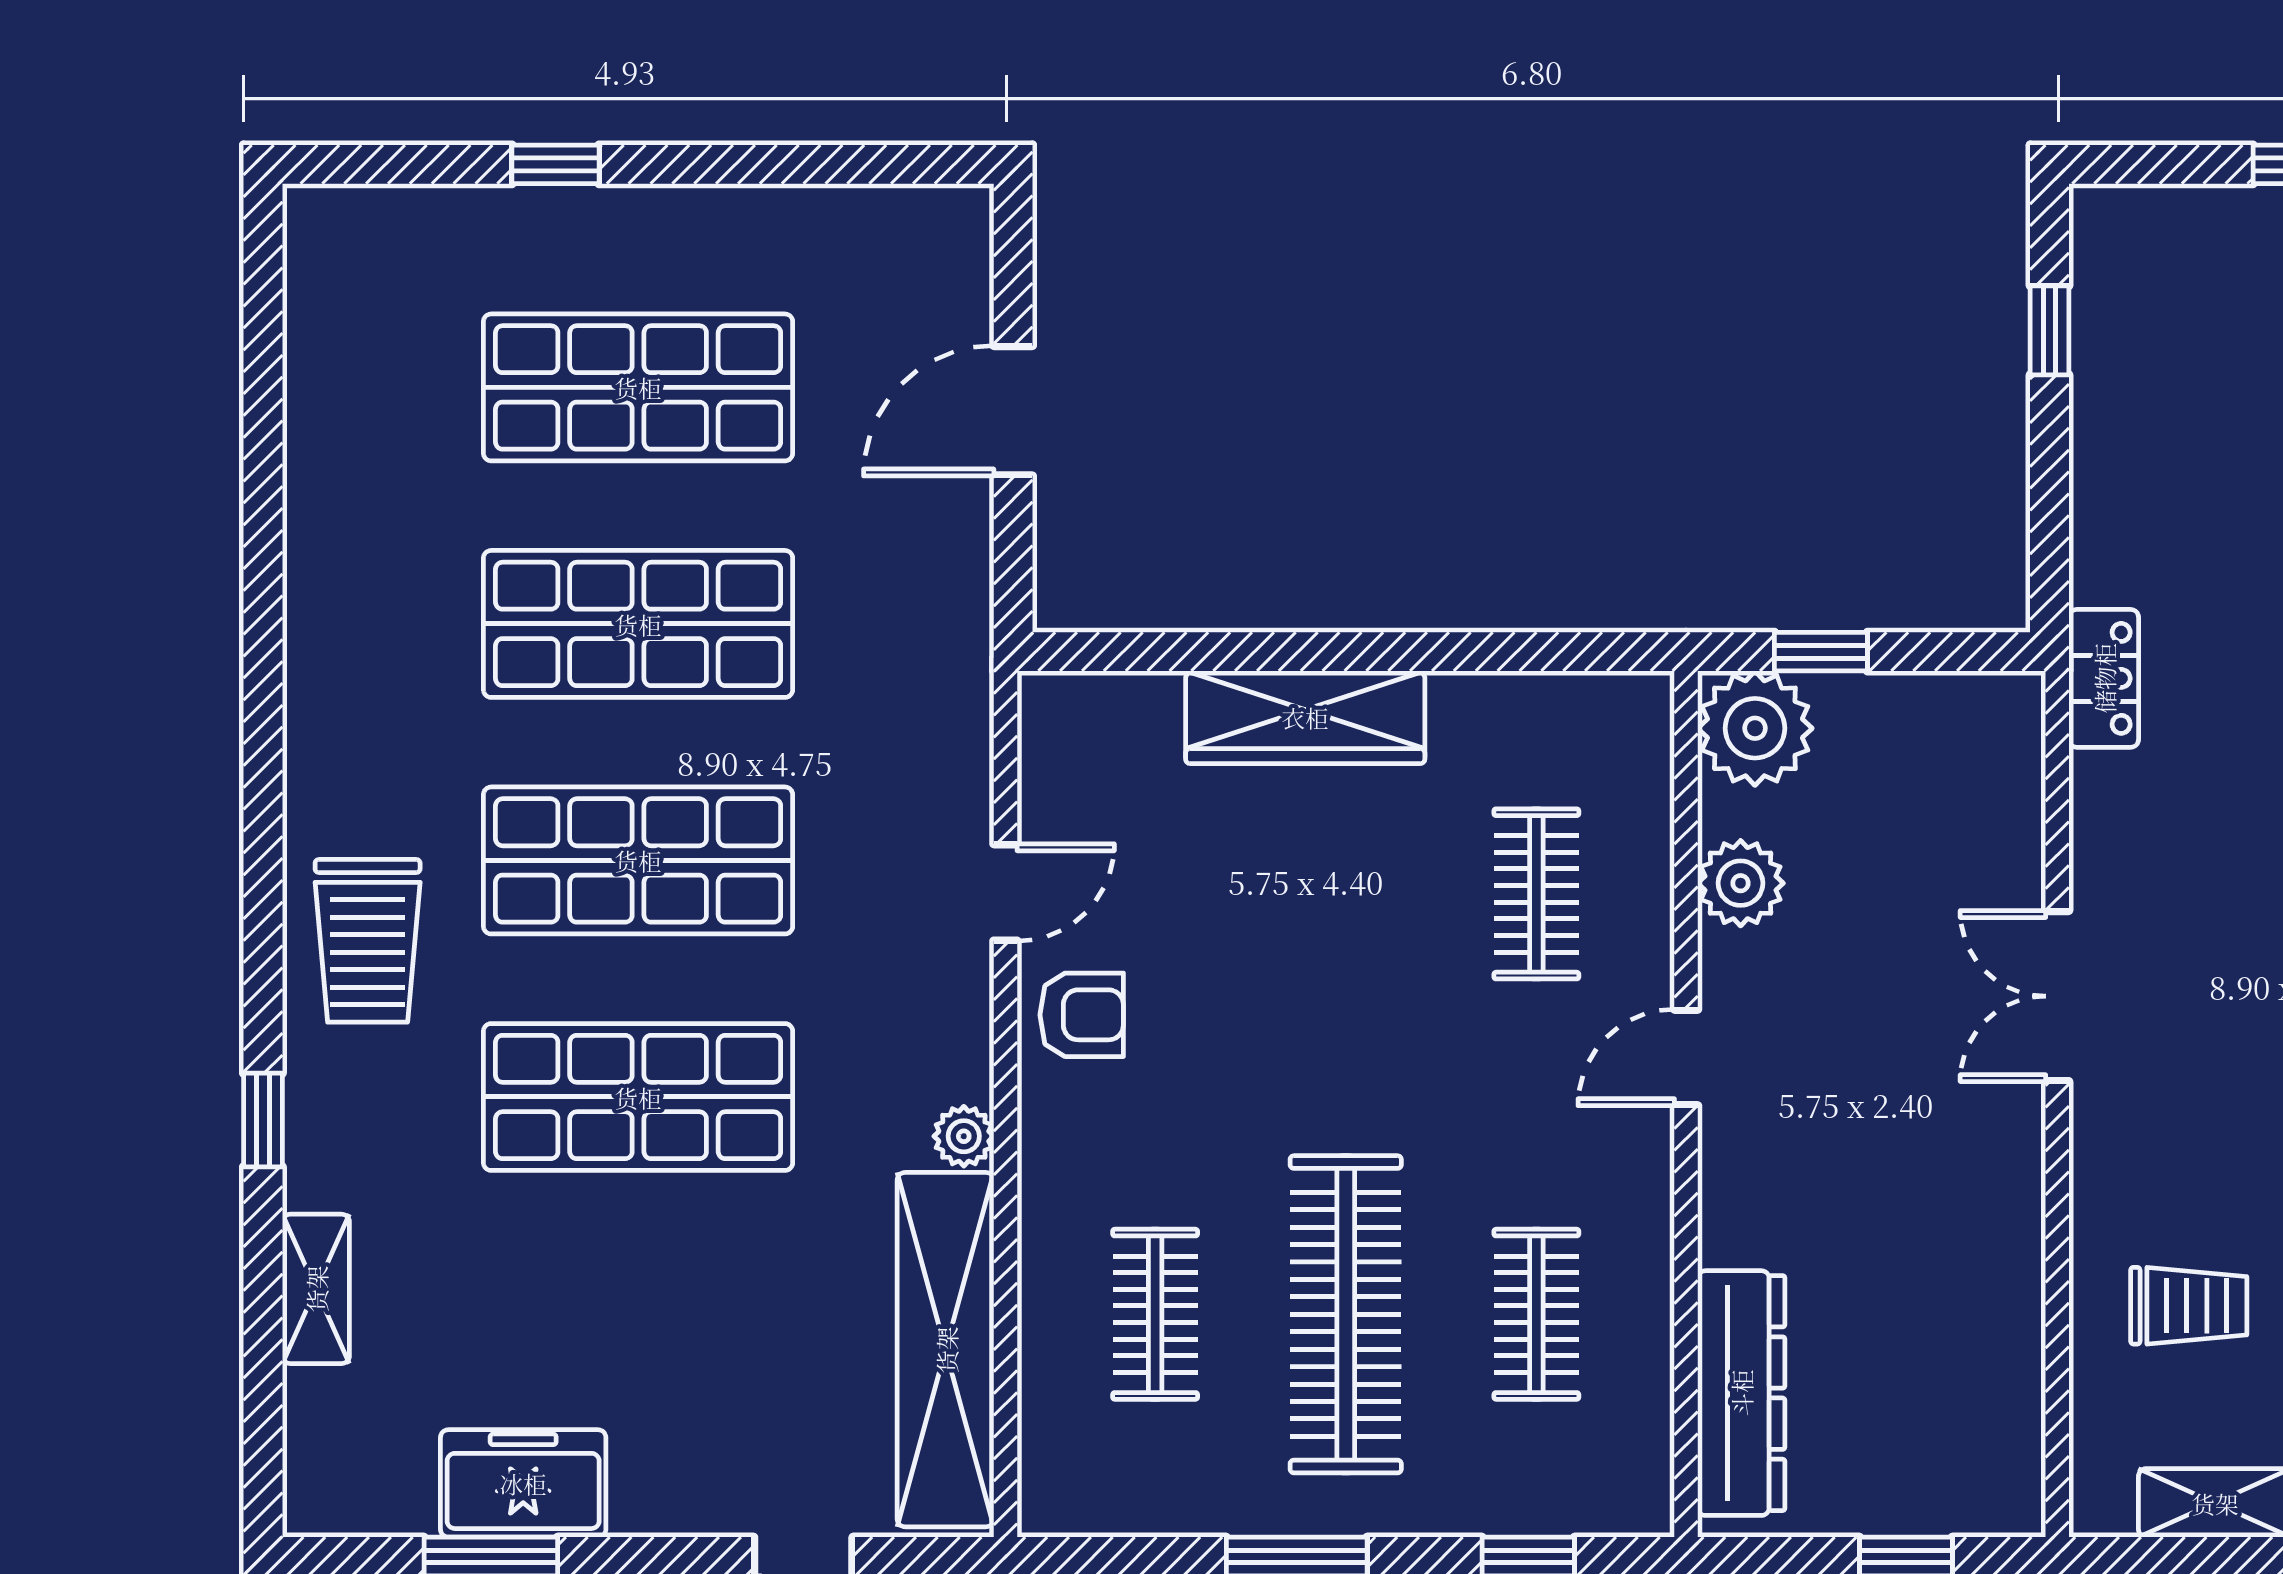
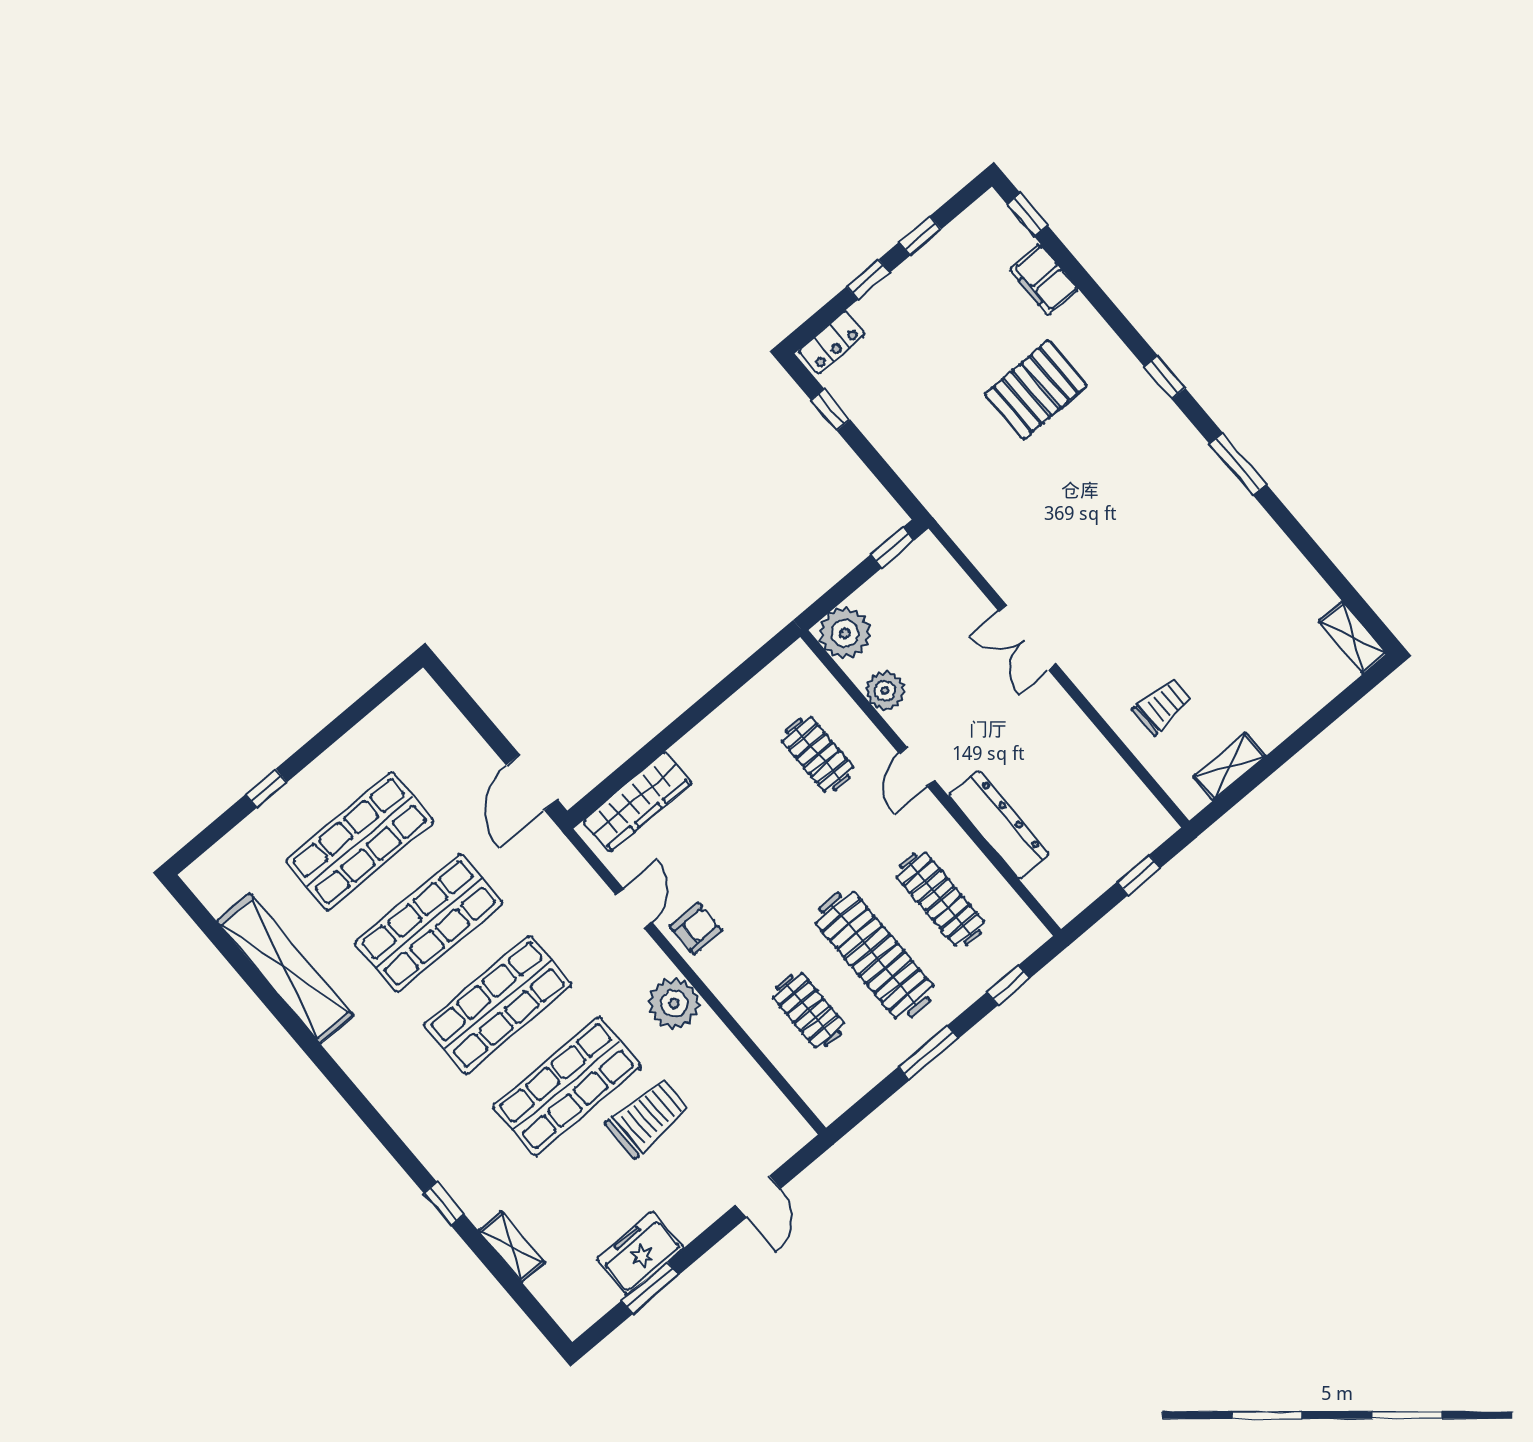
door: (1013, 411) -> (532, 782), moved
window: (1821, 652) -> (892, 547), moved
locker: (2104, 678) -> (832, 343), moved, turned 90
wardrobe: (1305, 717) -> (637, 802), moved
trolley: (368, 941) -> (648, 1117), moved, turned -90
plant: (964, 1136) -> (674, 1003), width x1.88, depth x1.88
clothes rail: (1536, 1314) -> (940, 899), width x1.36
shelving: (946, 1350) -> (285, 968), moved
dresser: (1741, 1393) -> (999, 825), moved

